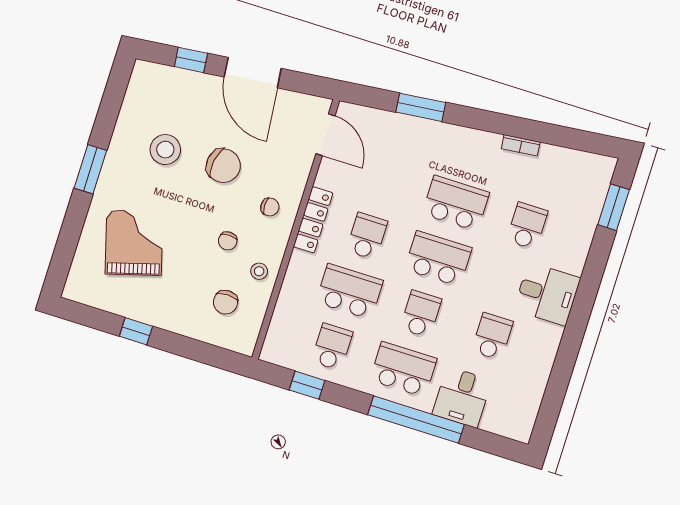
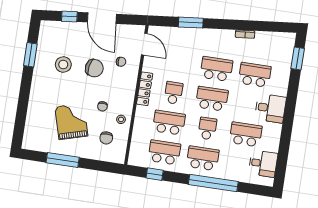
window: (90, 169) -> (30, 55), moved
chair: (270, 207) -> (121, 62), moved
school desk: (527, 226) -> (255, 75), width x1.85
grand piano: (134, 243) -> (71, 121), moved
window: (136, 331) -> (63, 160), width x2.17
school desk: (492, 336) -> (246, 134), width x1.85
school desk: (332, 347) -> (164, 152), width x1.85
desk: (462, 397) -> (263, 164), moved, turned -90

